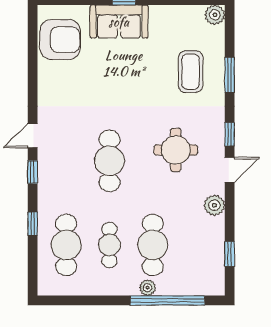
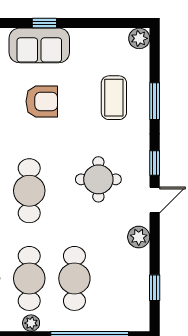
armchair: (121, 75) -> (42, 101), added
cafe table: (109, 245) -> (29, 278), width x1.37, depth x1.35
plant: (148, 288) -> (31, 323), moved

